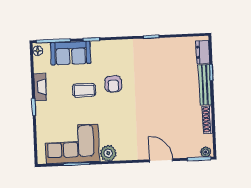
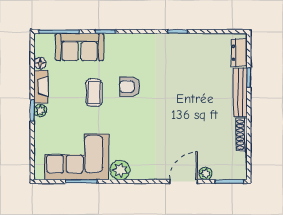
floor lamp: (38, 51) -> (40, 63), moved
armchair: (113, 84) -> (130, 87), turned 90
coffee table: (84, 90) -> (94, 93), turned 90
plant: (40, 107) -> (40, 111), added
plant: (206, 152) -> (206, 173), moved
door: (161, 160) -> (184, 181), hinge flipped

